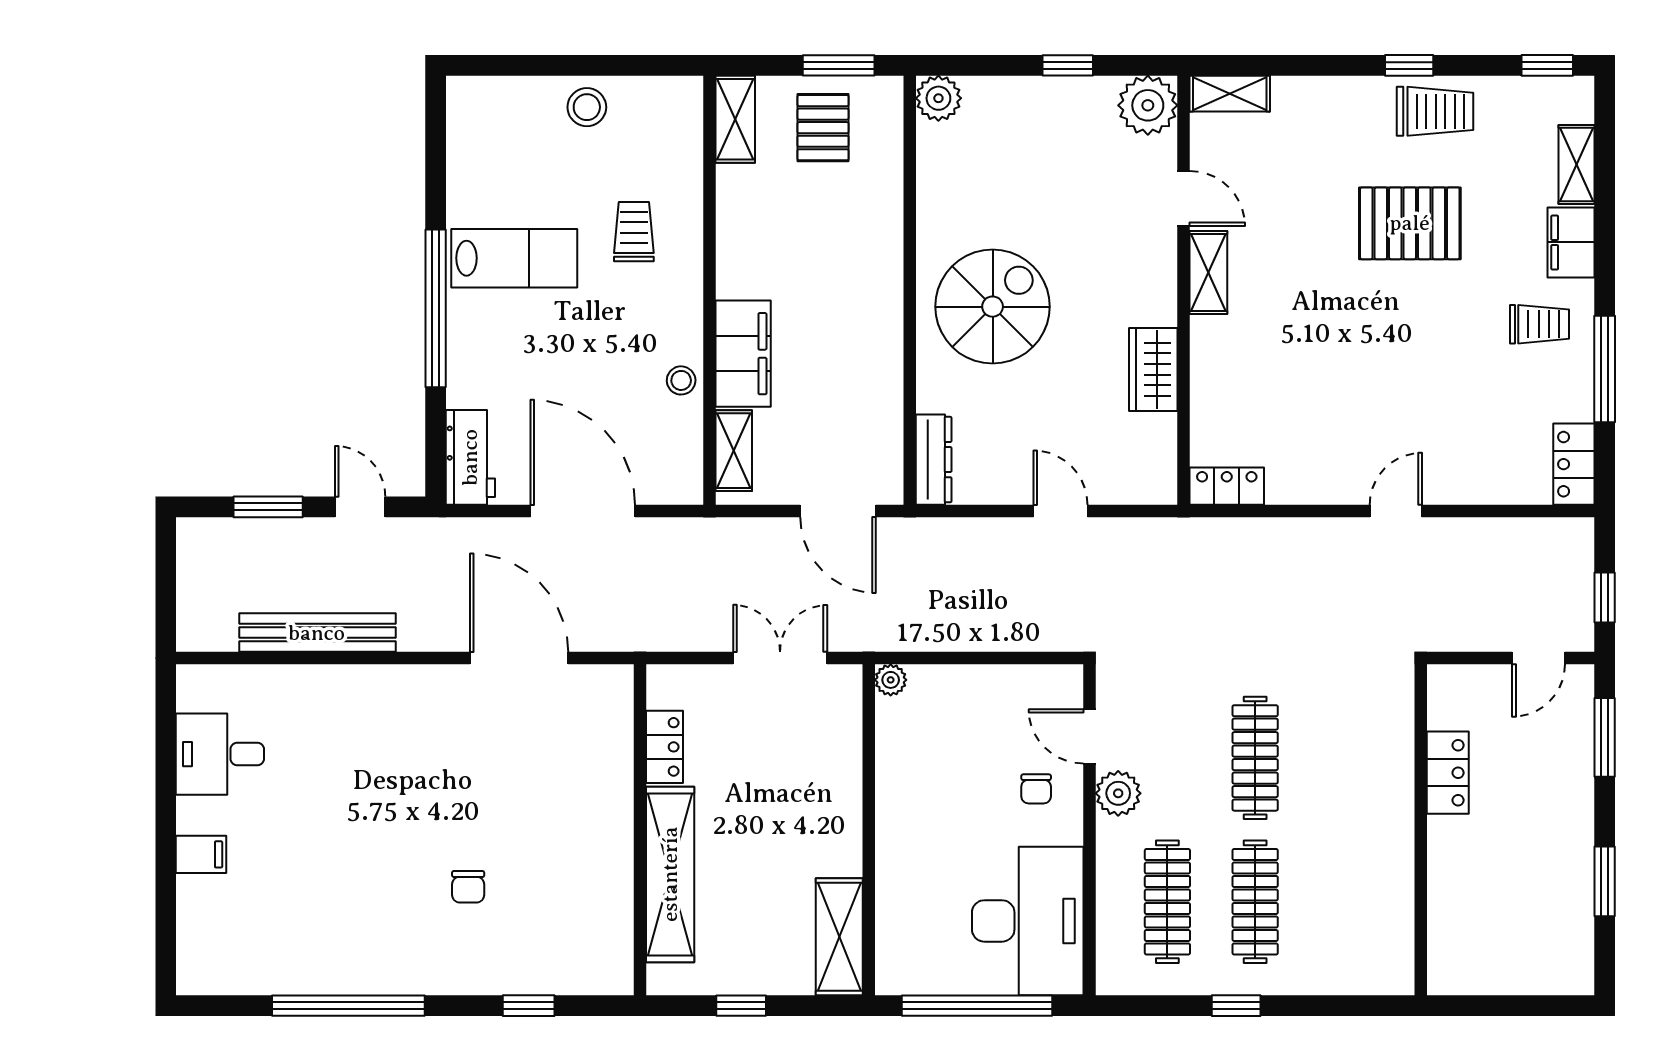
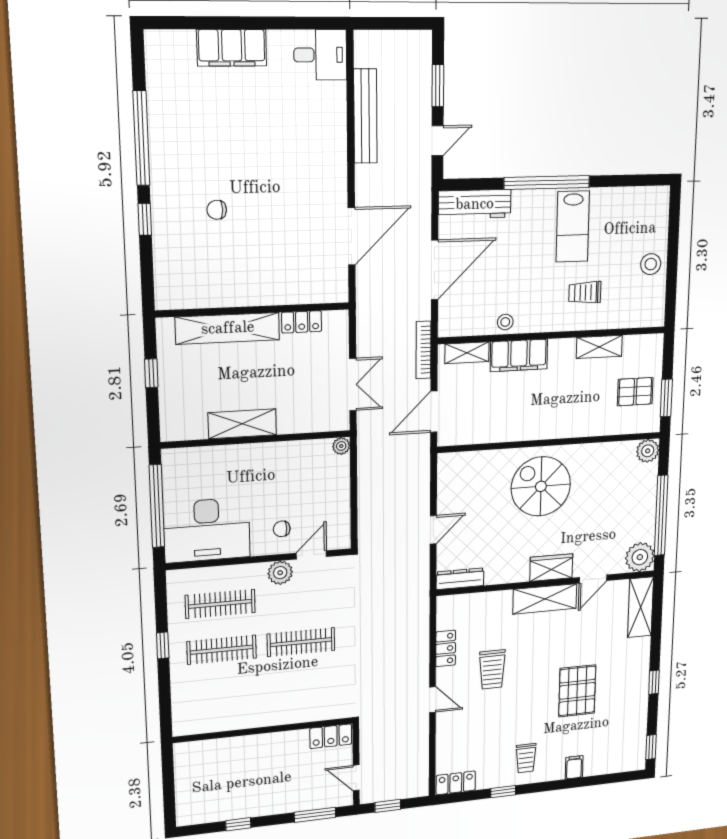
window: (1068, 65) -> (661, 515), width x3.17
shelving: (1230, 94) -> (641, 607), width x1.50, depth x1.33
trolley: (1435, 111) -> (492, 670), moved
shelving: (735, 119) -> (599, 347), moved
shelving: (1577, 164) -> (603, 766), removed
trolley: (634, 232) -> (585, 293), turned 180
filing cabinet: (1571, 242) -> (574, 767), width x0.50
shelving: (1208, 273) -> (545, 599), width x1.50, depth x1.33
spiral stairs: (993, 307) -> (541, 486), turned 180
wardrobe: (1153, 369) -> (551, 568), moved
window: (1605, 369) -> (503, 792), width x0.46
workbench: (470, 457) -> (475, 204), width x1.37
dresser: (934, 460) -> (460, 579), moved, turned 180
locker: (1227, 486) -> (446, 648), moved
bookcase: (725, 530) -> (424, 350), added
desk: (220, 754) -> (320, 55), moved, turned 90
locker: (1448, 773) -> (331, 736), moved
filing cabinet: (201, 854) -> (232, 48), width x3.00, depth x1.17
window: (1605, 881) -> (238, 824), width x0.67
shelving: (839, 937) -> (242, 424), moved
window: (529, 1006) -> (145, 219), moved

